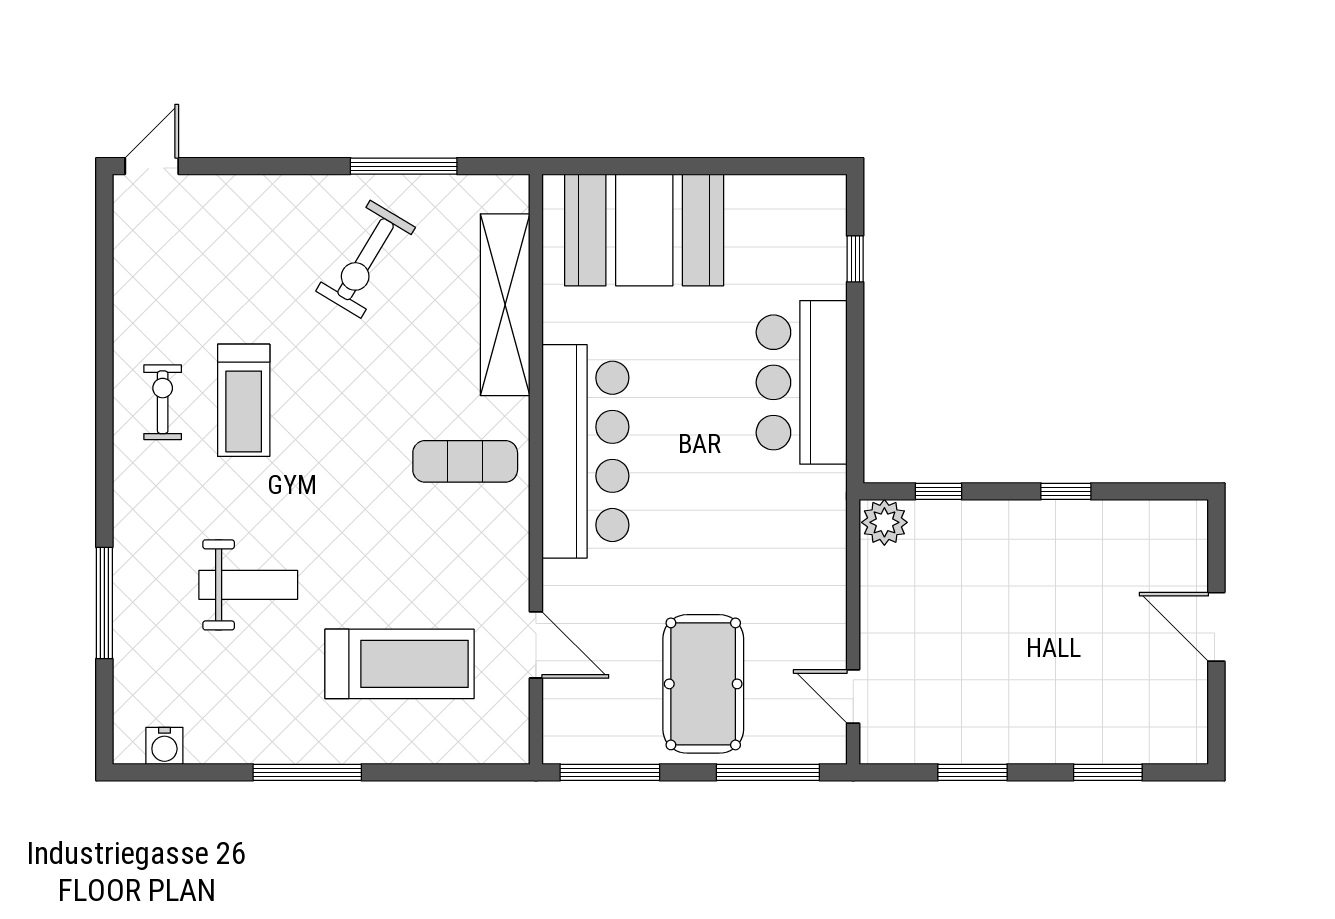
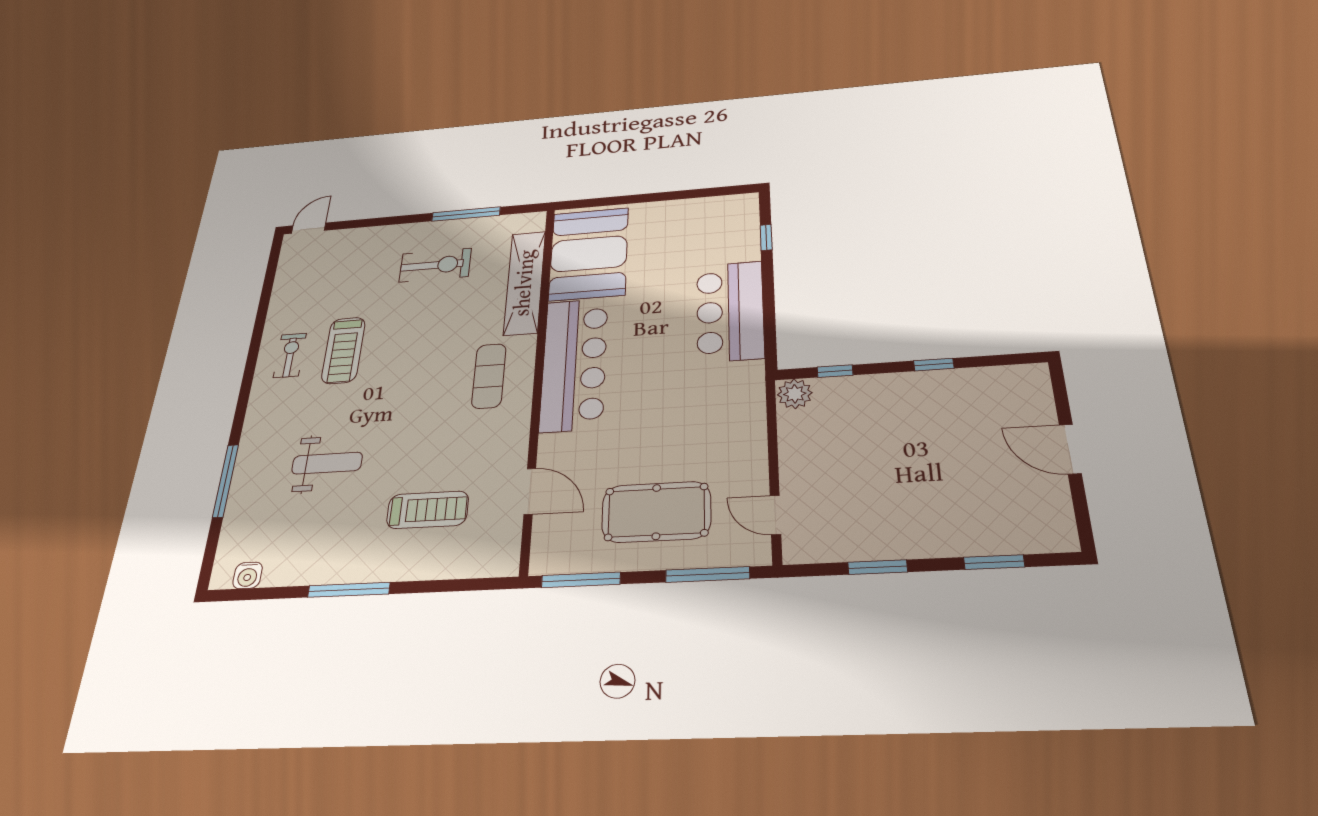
booth: (644, 230) -> (589, 254), moved, turned 90
exercise bike: (366, 259) -> (435, 265), turned -121
exercise mat: (465, 461) -> (489, 376), turned 90
treadmill: (400, 664) -> (428, 510), width x0.73, depth x0.73
pool table: (703, 684) -> (656, 512), turned 90

